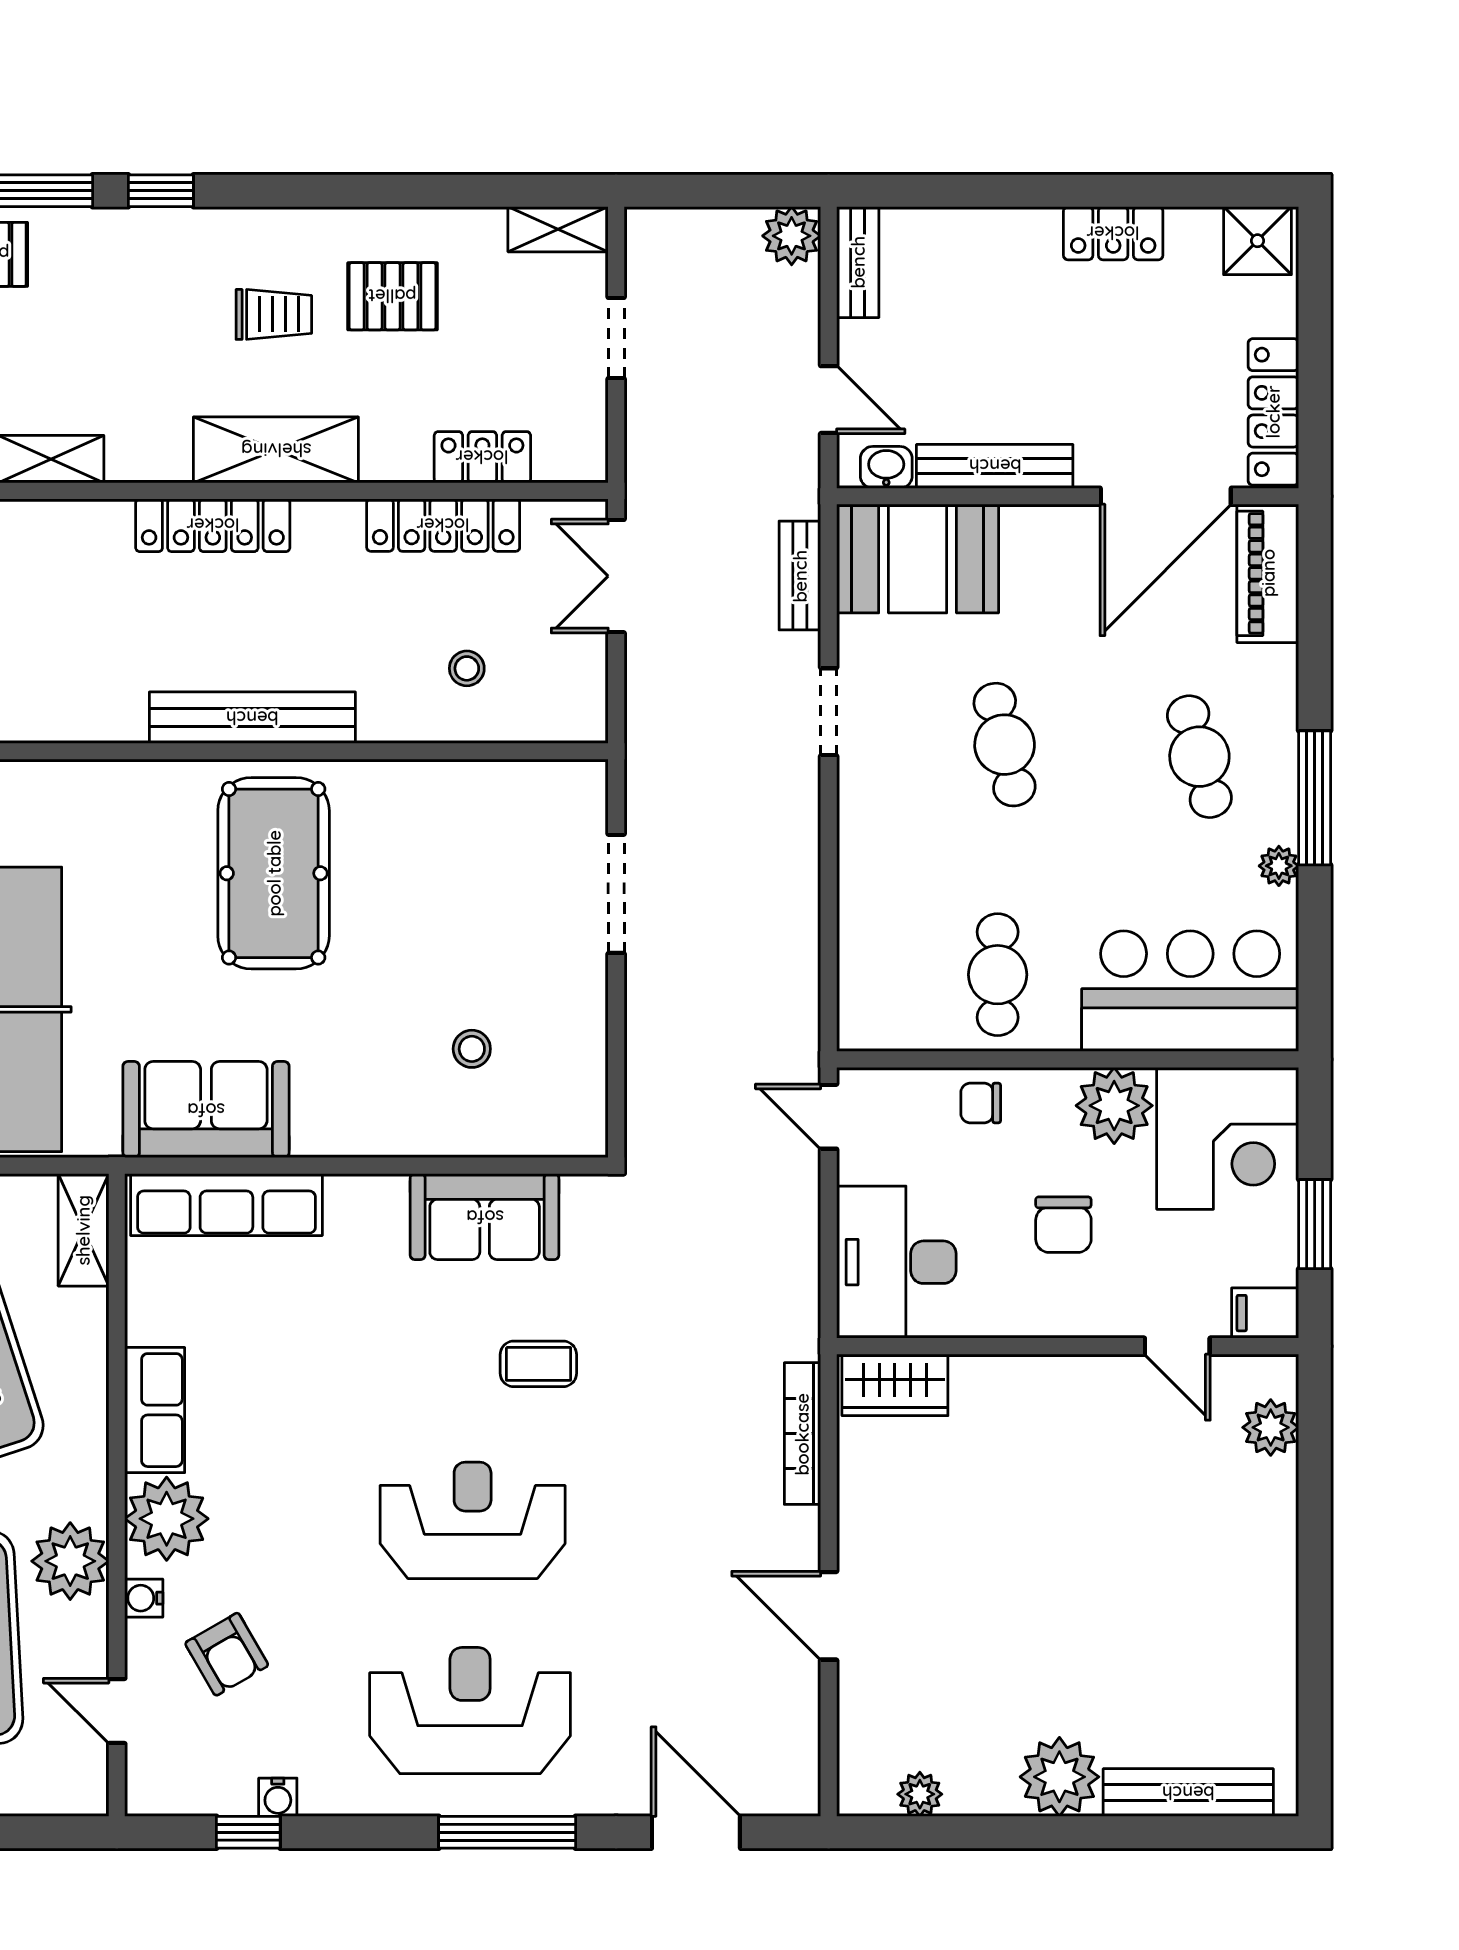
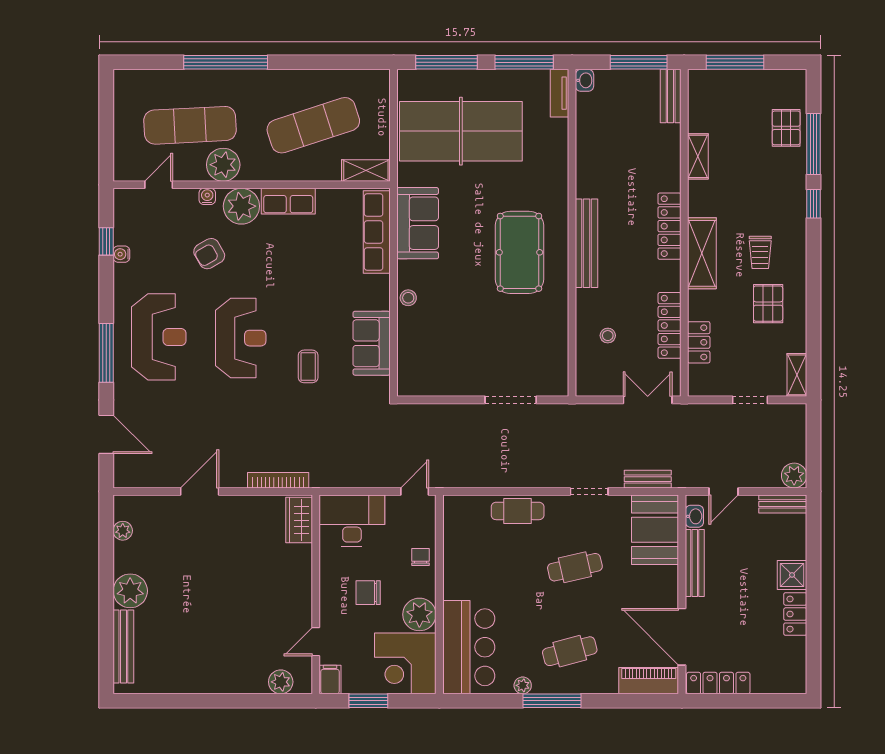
shower: (1257, 241) -> (792, 575), moved
pool table: (274, 873) -> (519, 252), turned 90
cafe table: (998, 975) -> (518, 511), moved
stool: (472, 1049) -> (408, 298), moved
armchair: (227, 1654) -> (209, 254), moved
door: (696, 1832) -> (106, 434), hinge flipped

